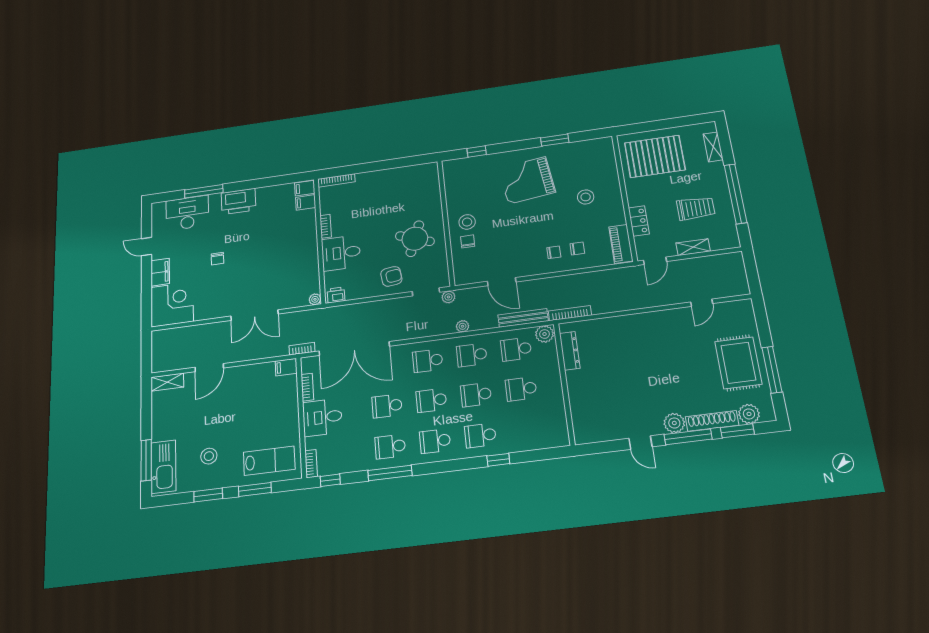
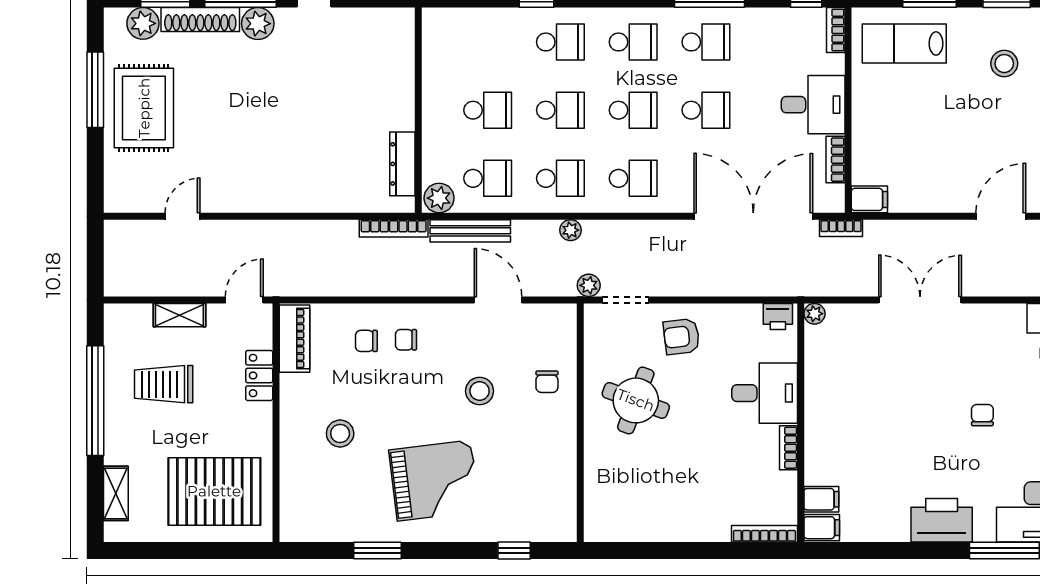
stool: (467, 222) -> (480, 391), moved

